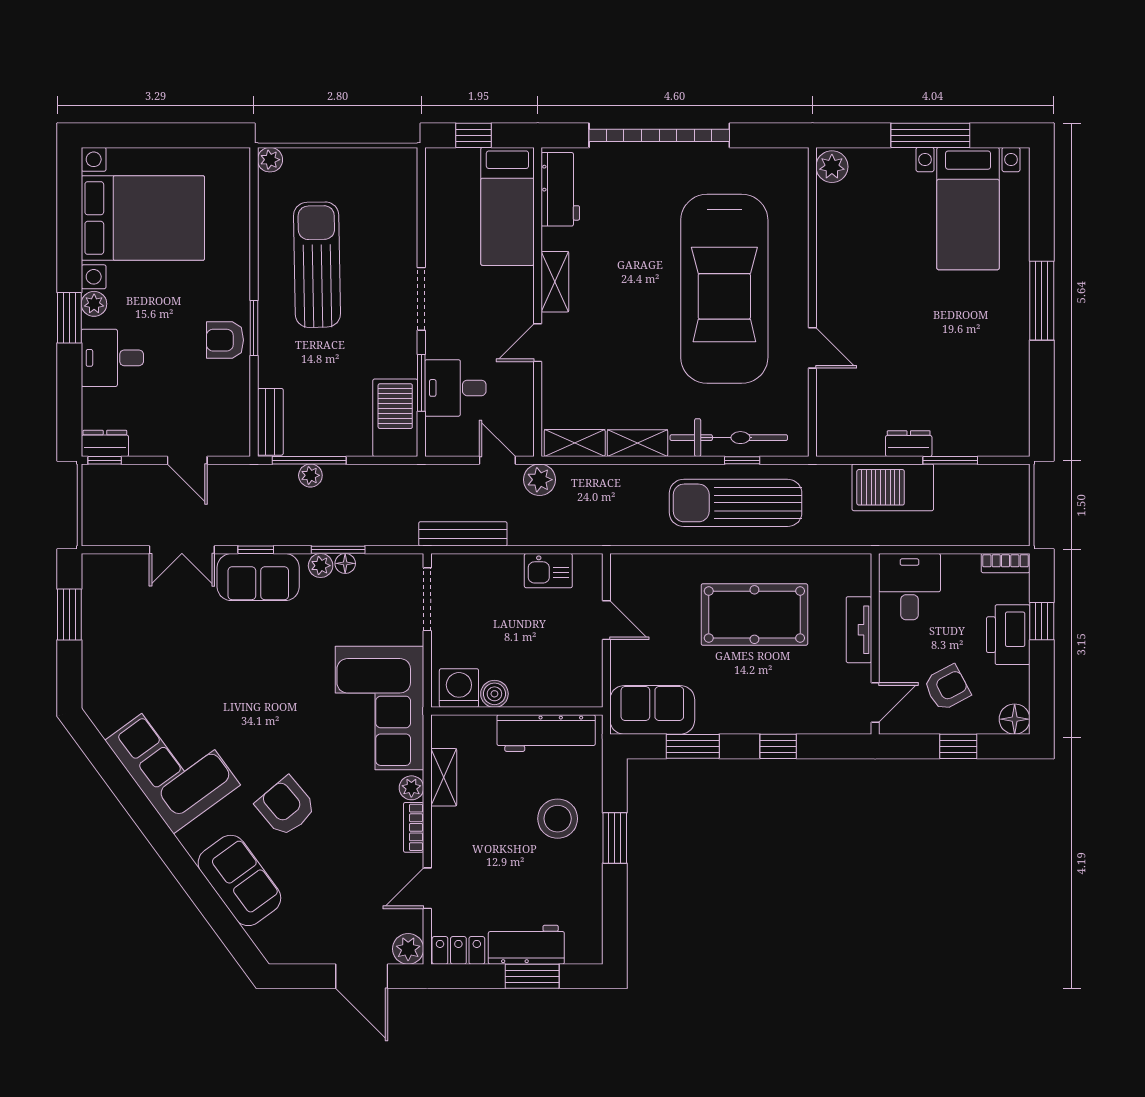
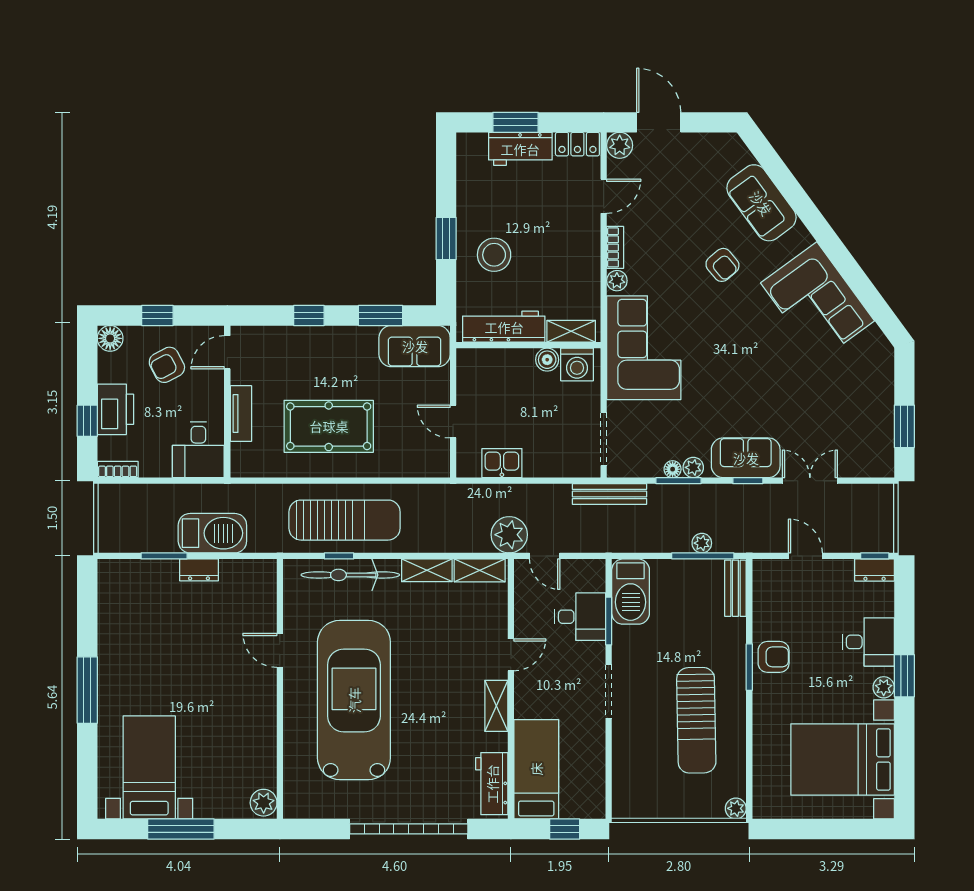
plant: (540, 480) -> (509, 535), width x1.36, depth x1.36
bench: (463, 534) -> (610, 494), moved
shelving: (444, 777) -> (571, 331), moved, turned 90
armchair: (286, 807) -> (722, 265), width x0.72, depth x0.72

